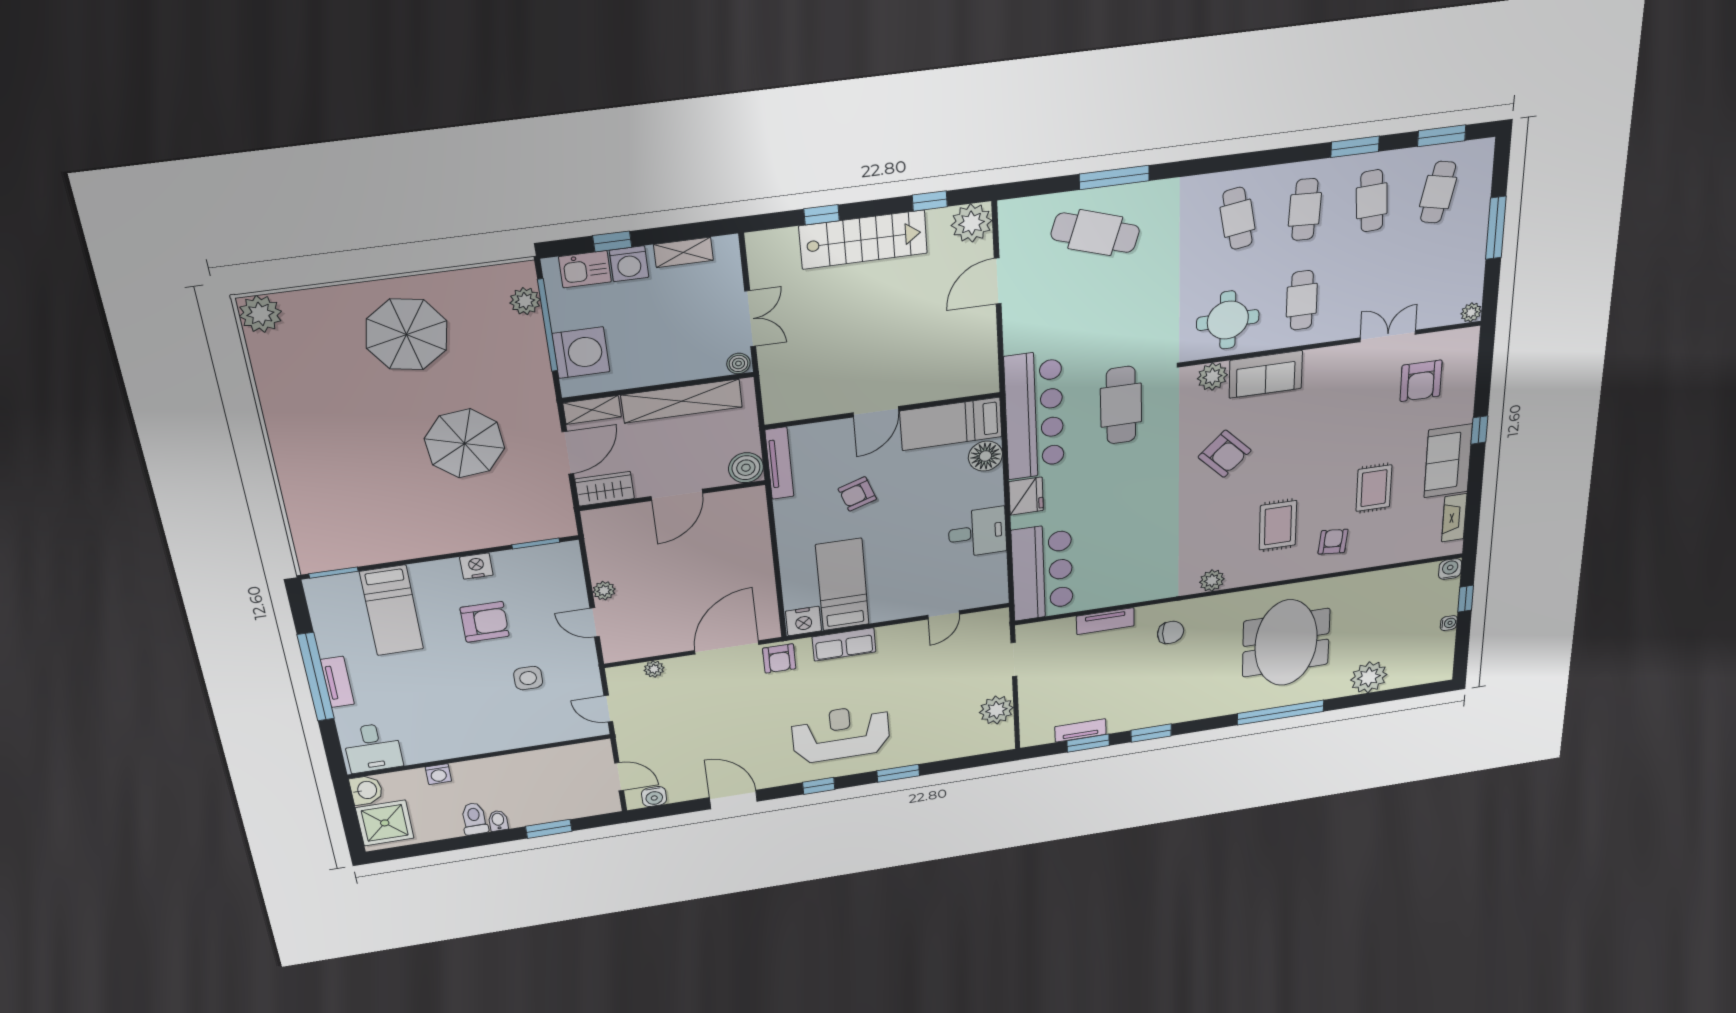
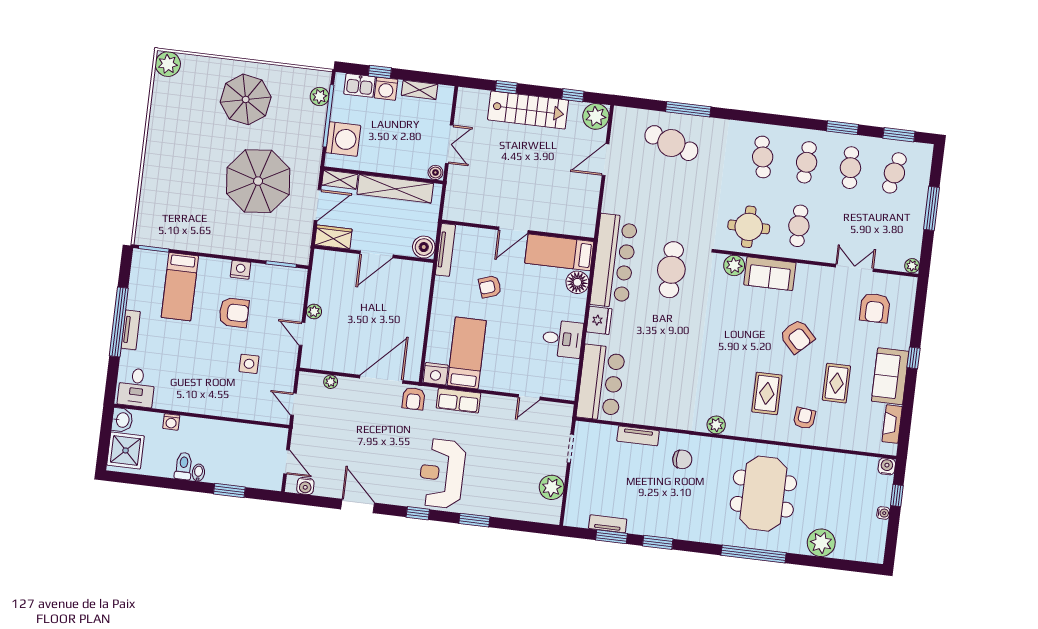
parasol: (465, 443) -> (258, 181), width x1.36, depth x1.36
armchair: (1225, 454) -> (797, 336), moved
reception desk: (841, 734) -> (442, 473), turned -90

